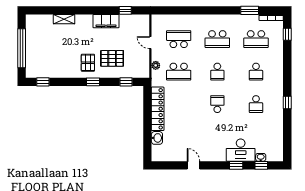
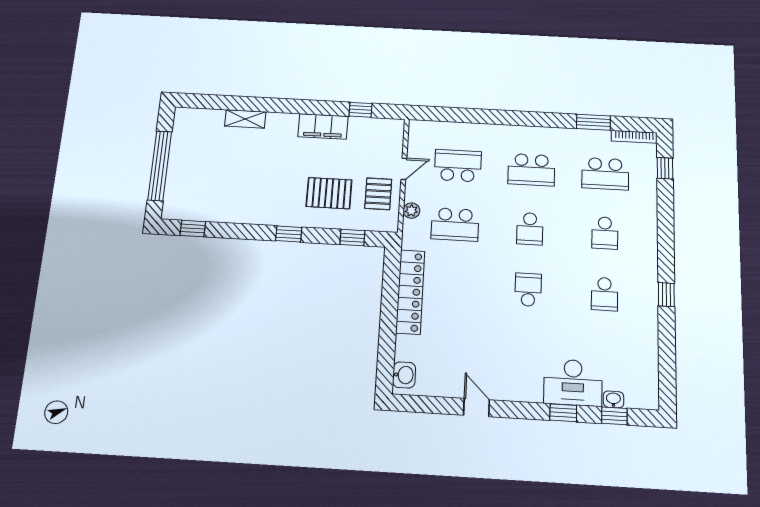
door: (150, 43) -> (404, 169), swing flipped
pallet: (88, 63) -> (378, 194), moved
washbasin: (157, 138) -> (404, 375), moved

